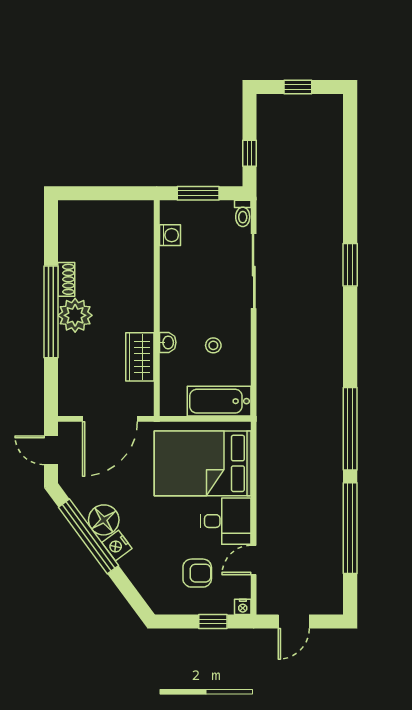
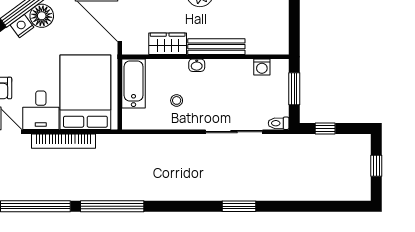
bench: (144, 294) -> (216, 47), added
washbasin: (168, 342) -> (197, 65), moved
bathtub: (219, 401) -> (134, 83), moved
bookcase: (266, 492) -> (64, 141), added

